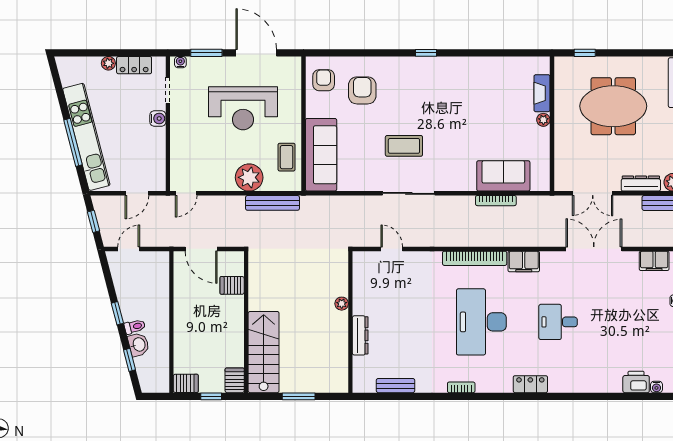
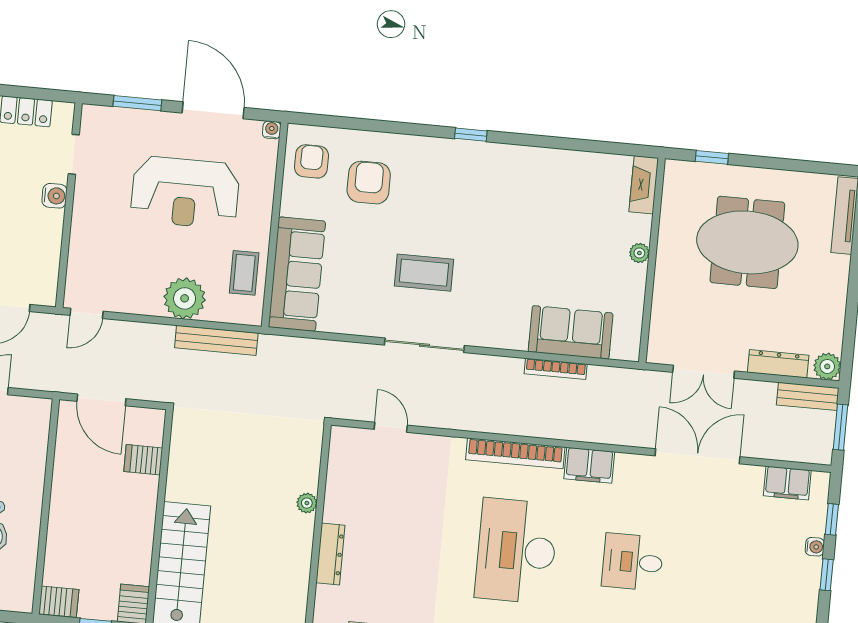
water cooler: (180, 62) -> (272, 130), moved
fireplace: (542, 93) -> (644, 185), moved

